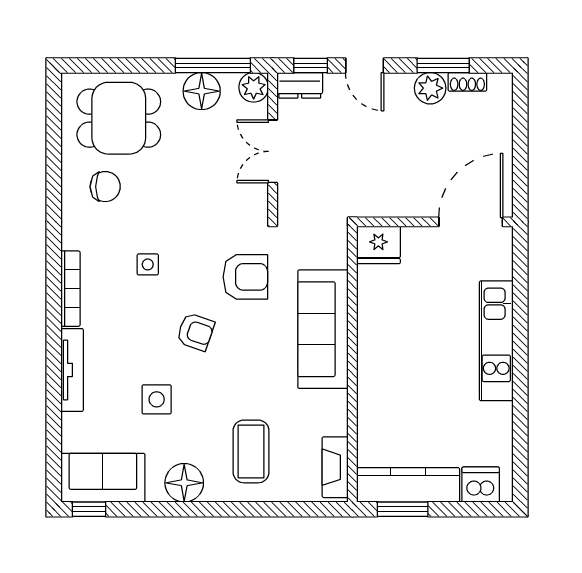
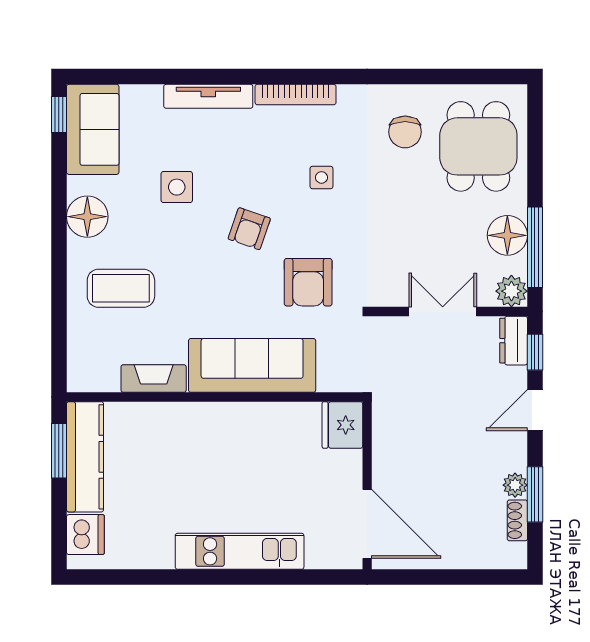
plant: (430, 88) -> (515, 485), width x0.73, depth x0.73
fireplace: (335, 467) -> (154, 379), moved

